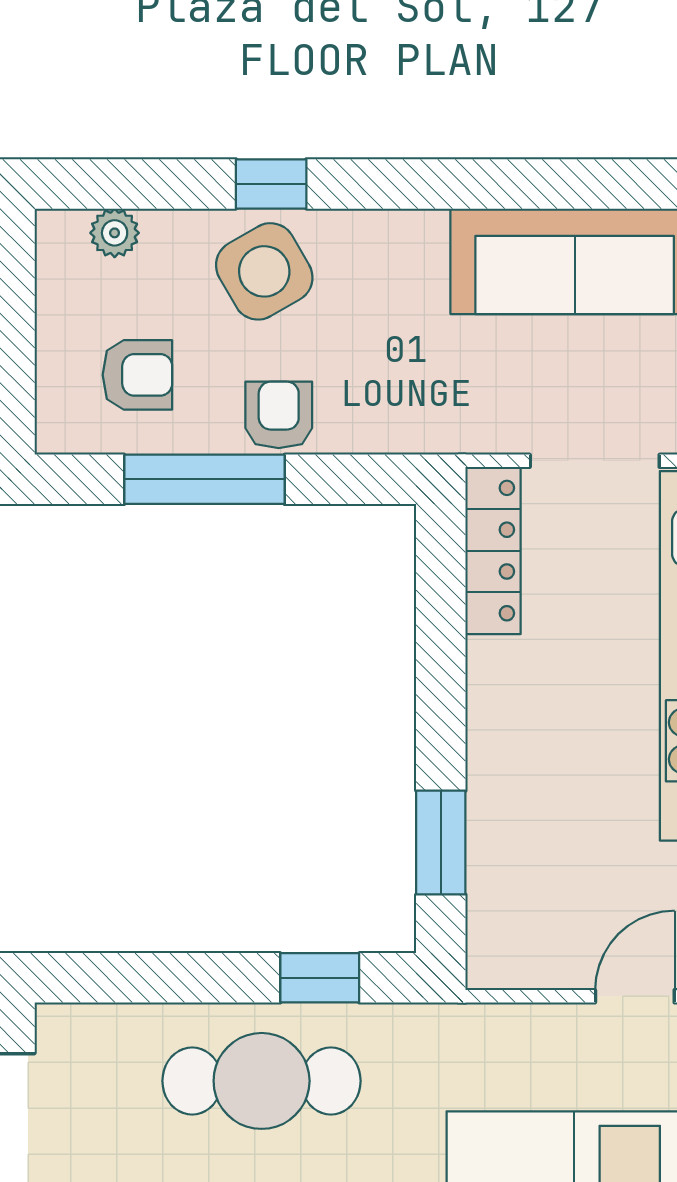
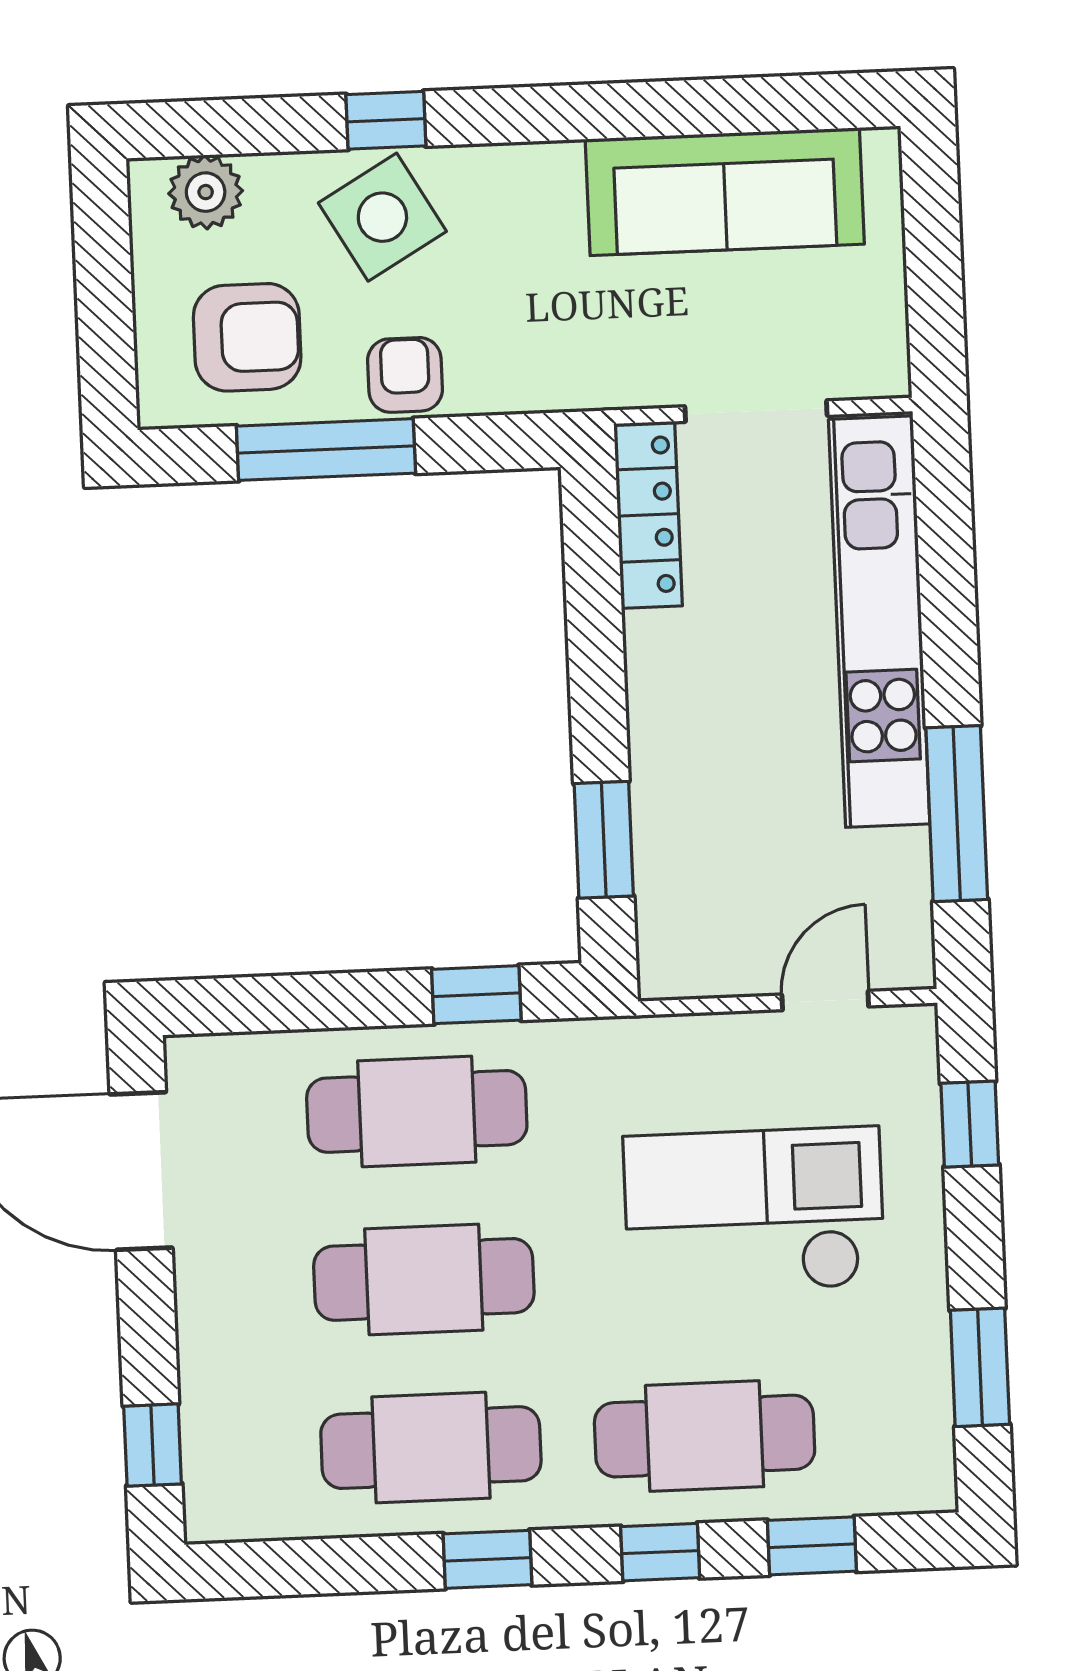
plant: (115, 233) -> (206, 192), width x1.38, depth x1.38
armchair: (137, 375) -> (247, 337), width x1.38, depth x1.38

